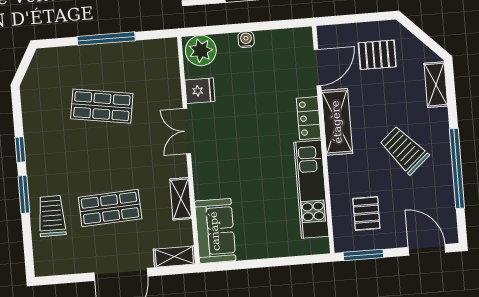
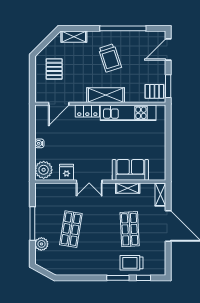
plant: (72, 57) -> (41, 244), added
door: (317, 68) -> (59, 104), swing flipped
shelving: (337, 122) -> (106, 95), moved
window: (20, 150) -> (144, 278), moved
trolley: (404, 150) -> (110, 58), turned -67
pallet: (366, 213) -> (154, 91), moved
sofa: (215, 231) -> (130, 170), moved

